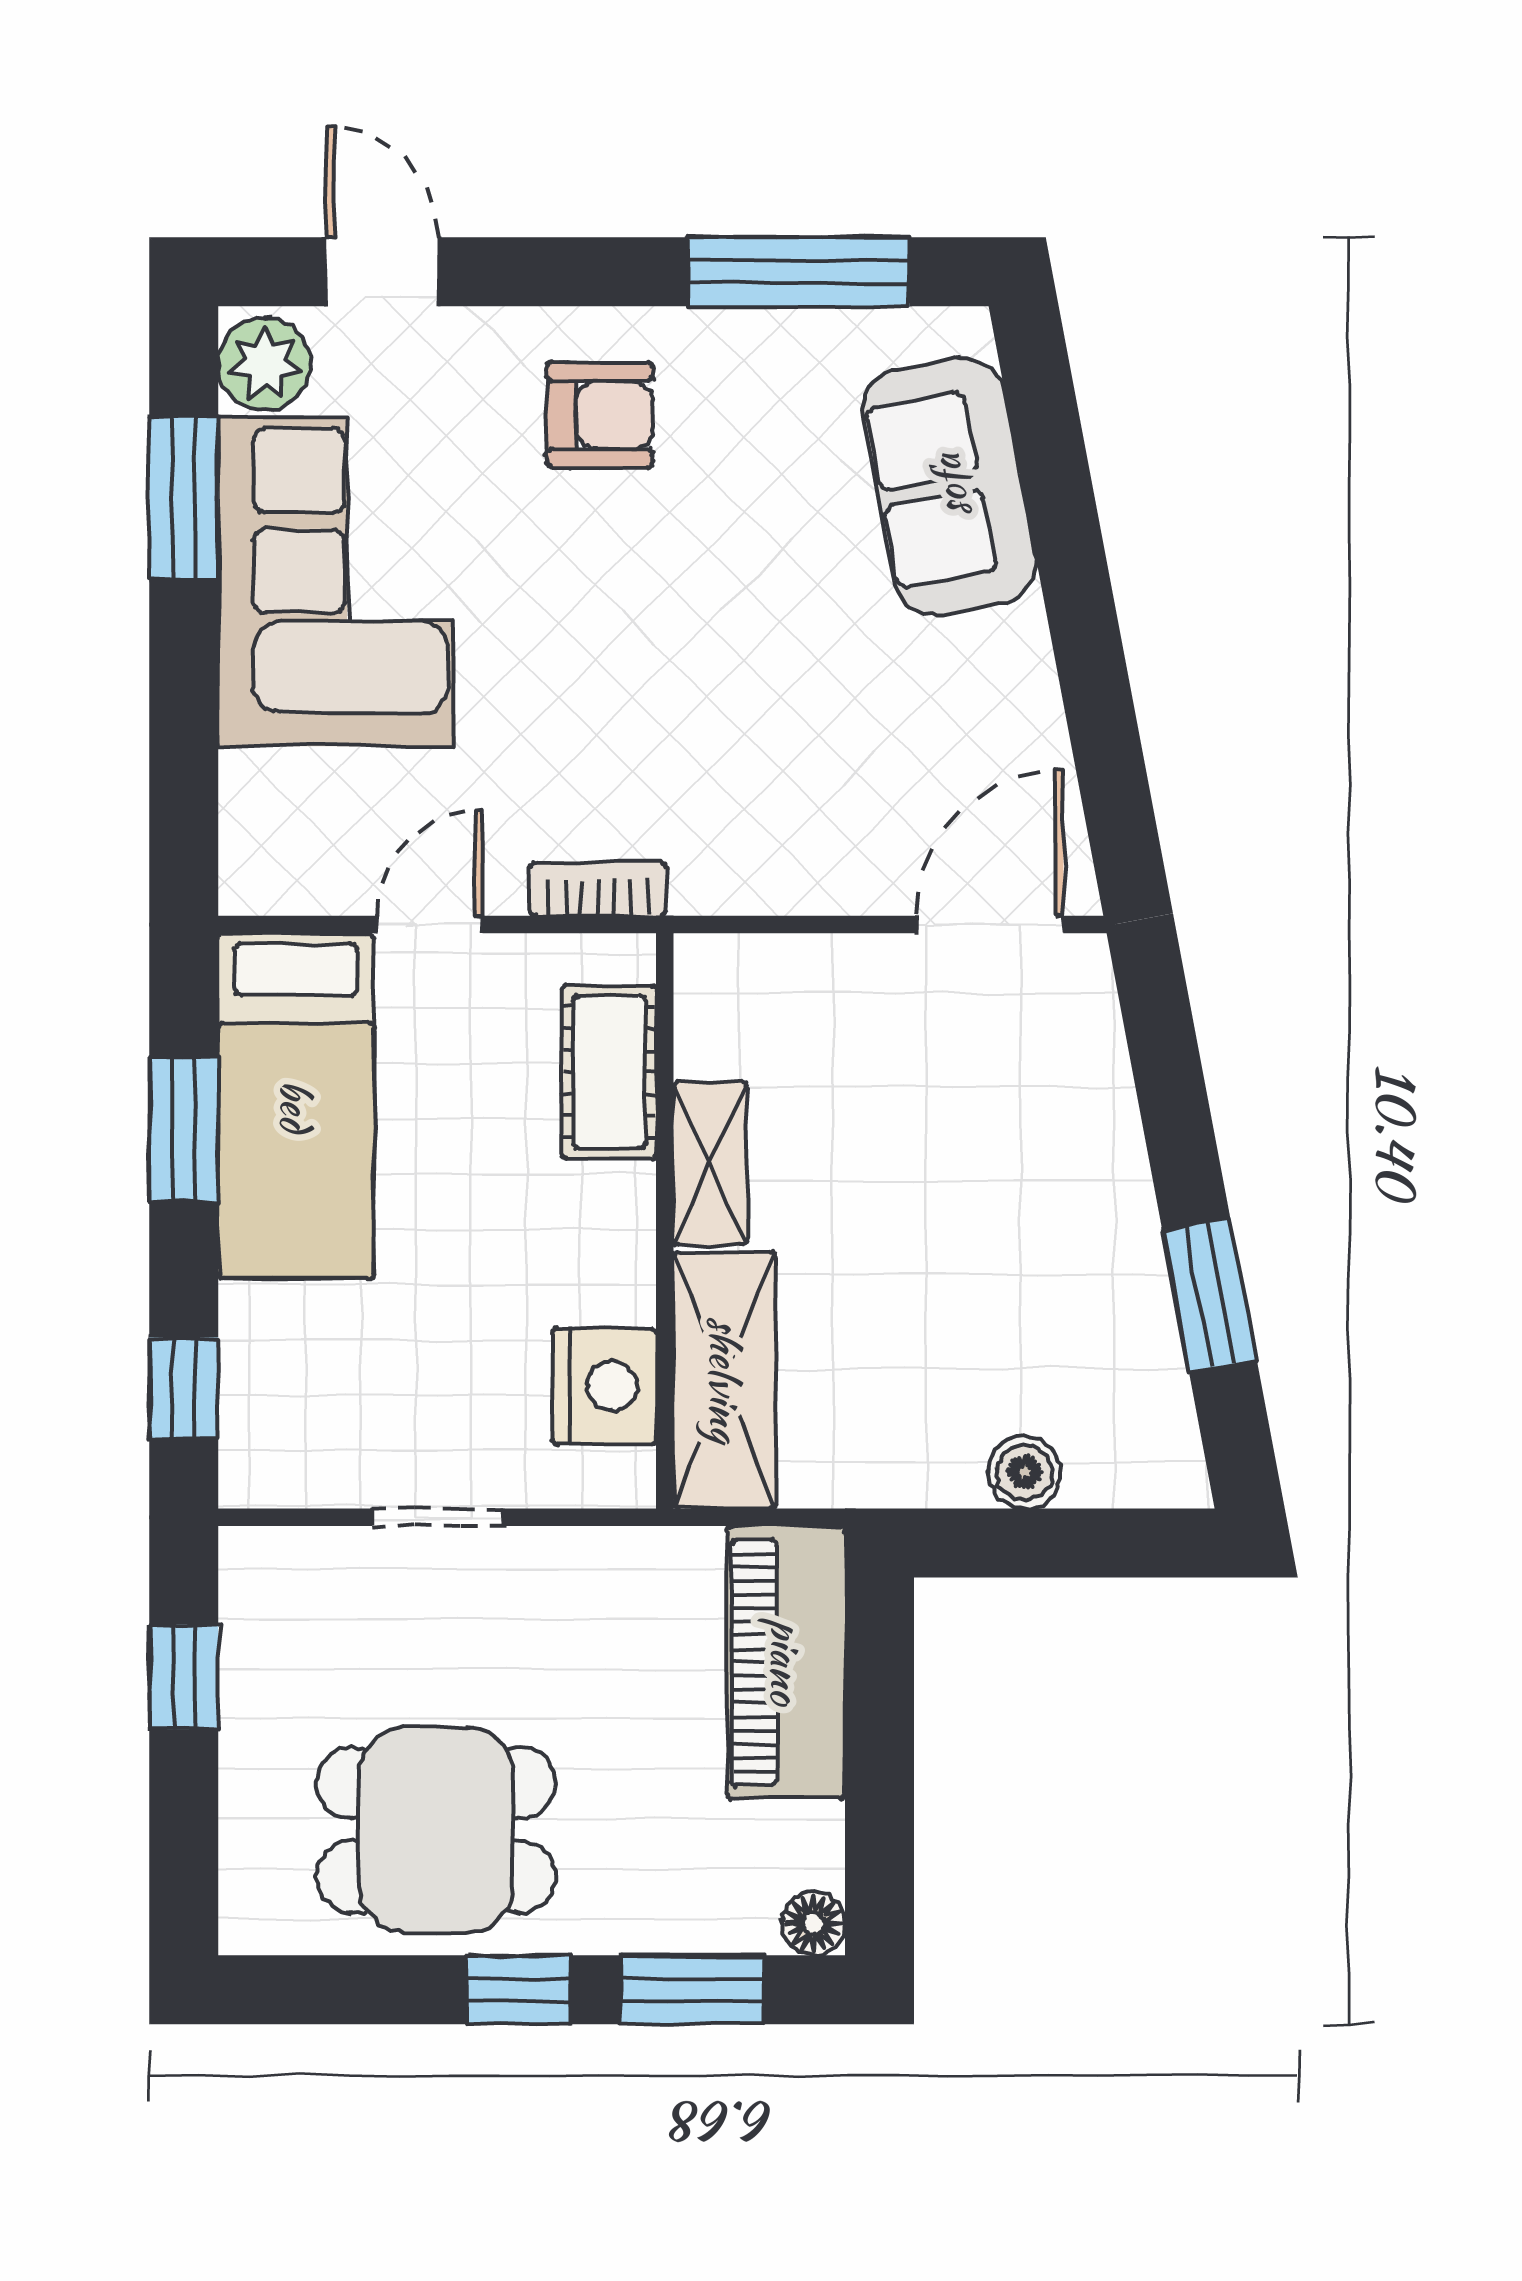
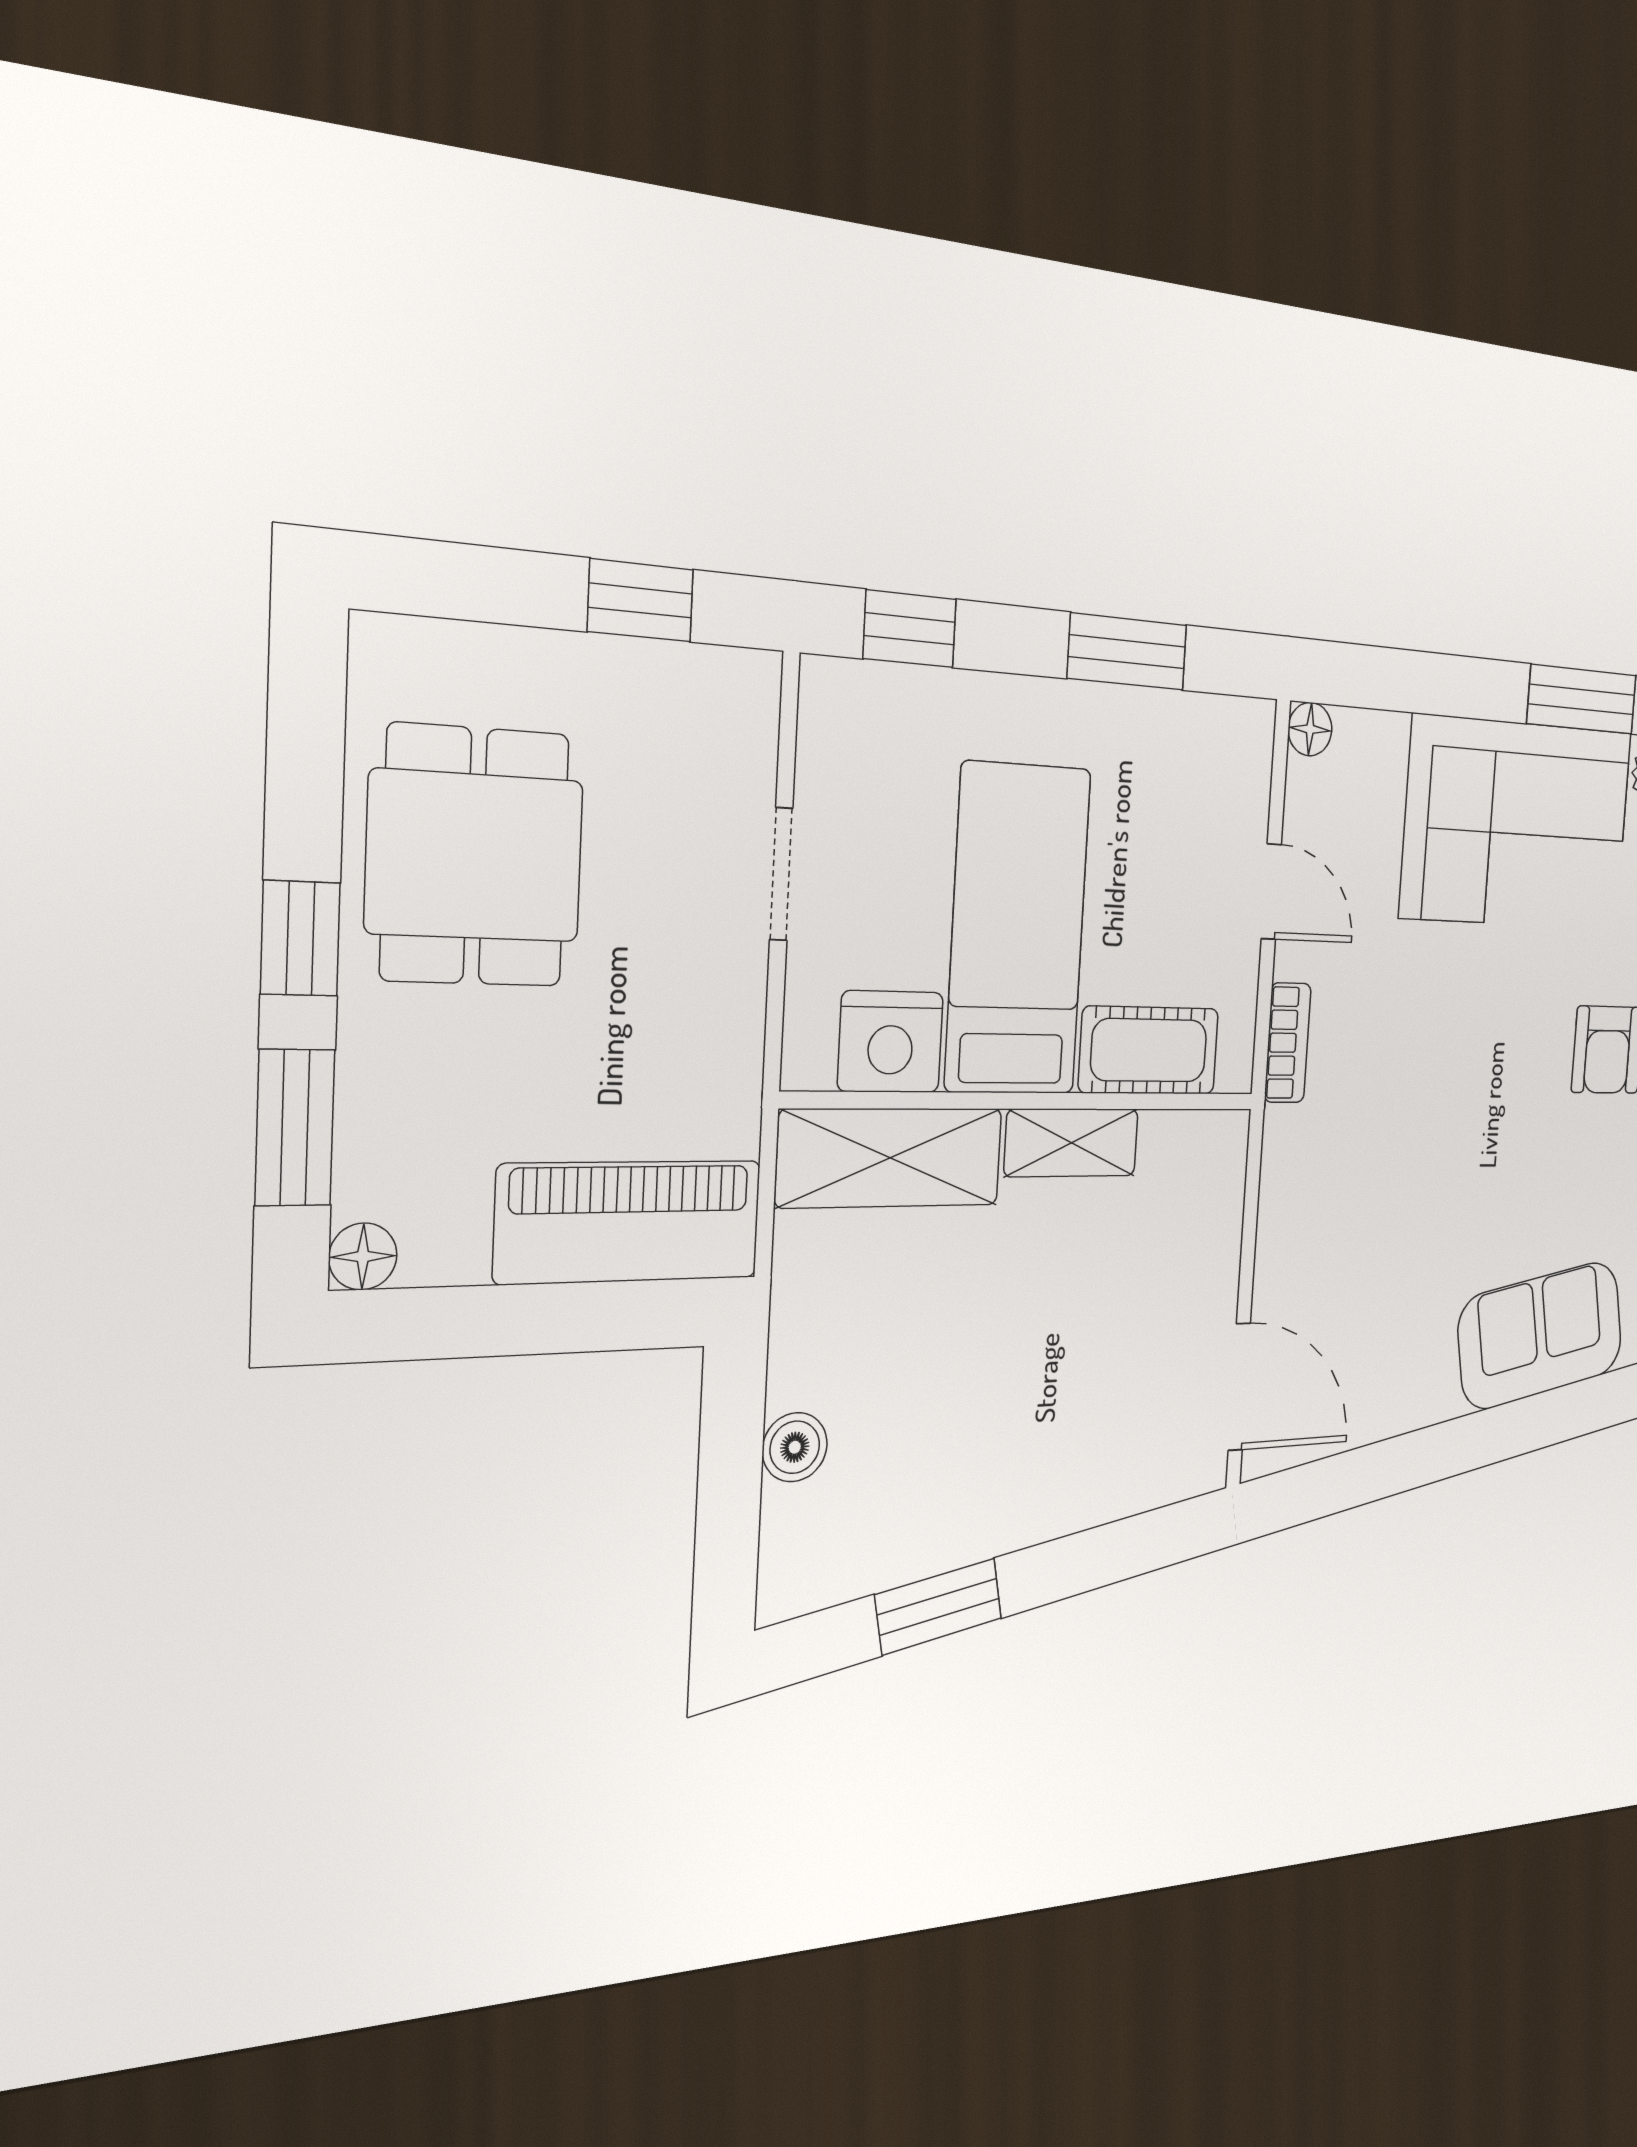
floor lamp: (248, 886) -> (1310, 729), added
bed: (296, 1106) -> (1018, 930), moved, turned 90

